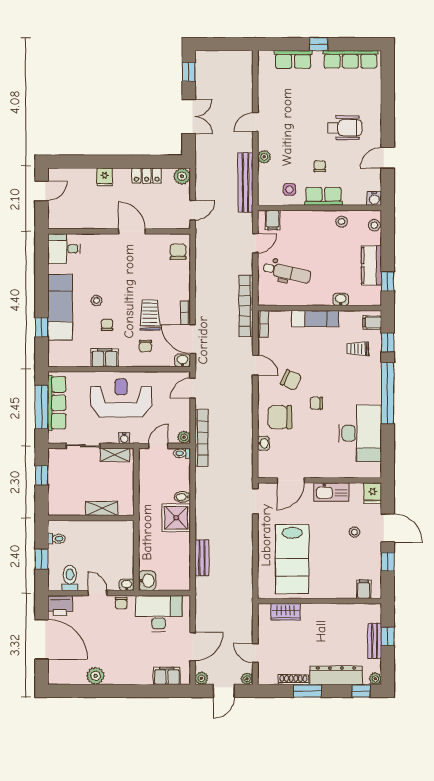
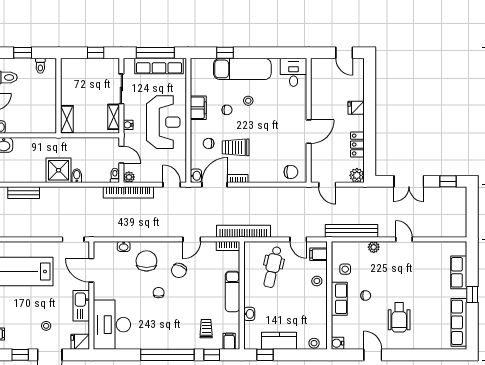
stool: (342, 222) -> (317, 281), moved
trolley: (150, 315) -> (236, 147), turned 180
desk: (360, 433) -> (112, 325), moved, turned 90
shelving: (102, 508) -> (67, 119), moved

